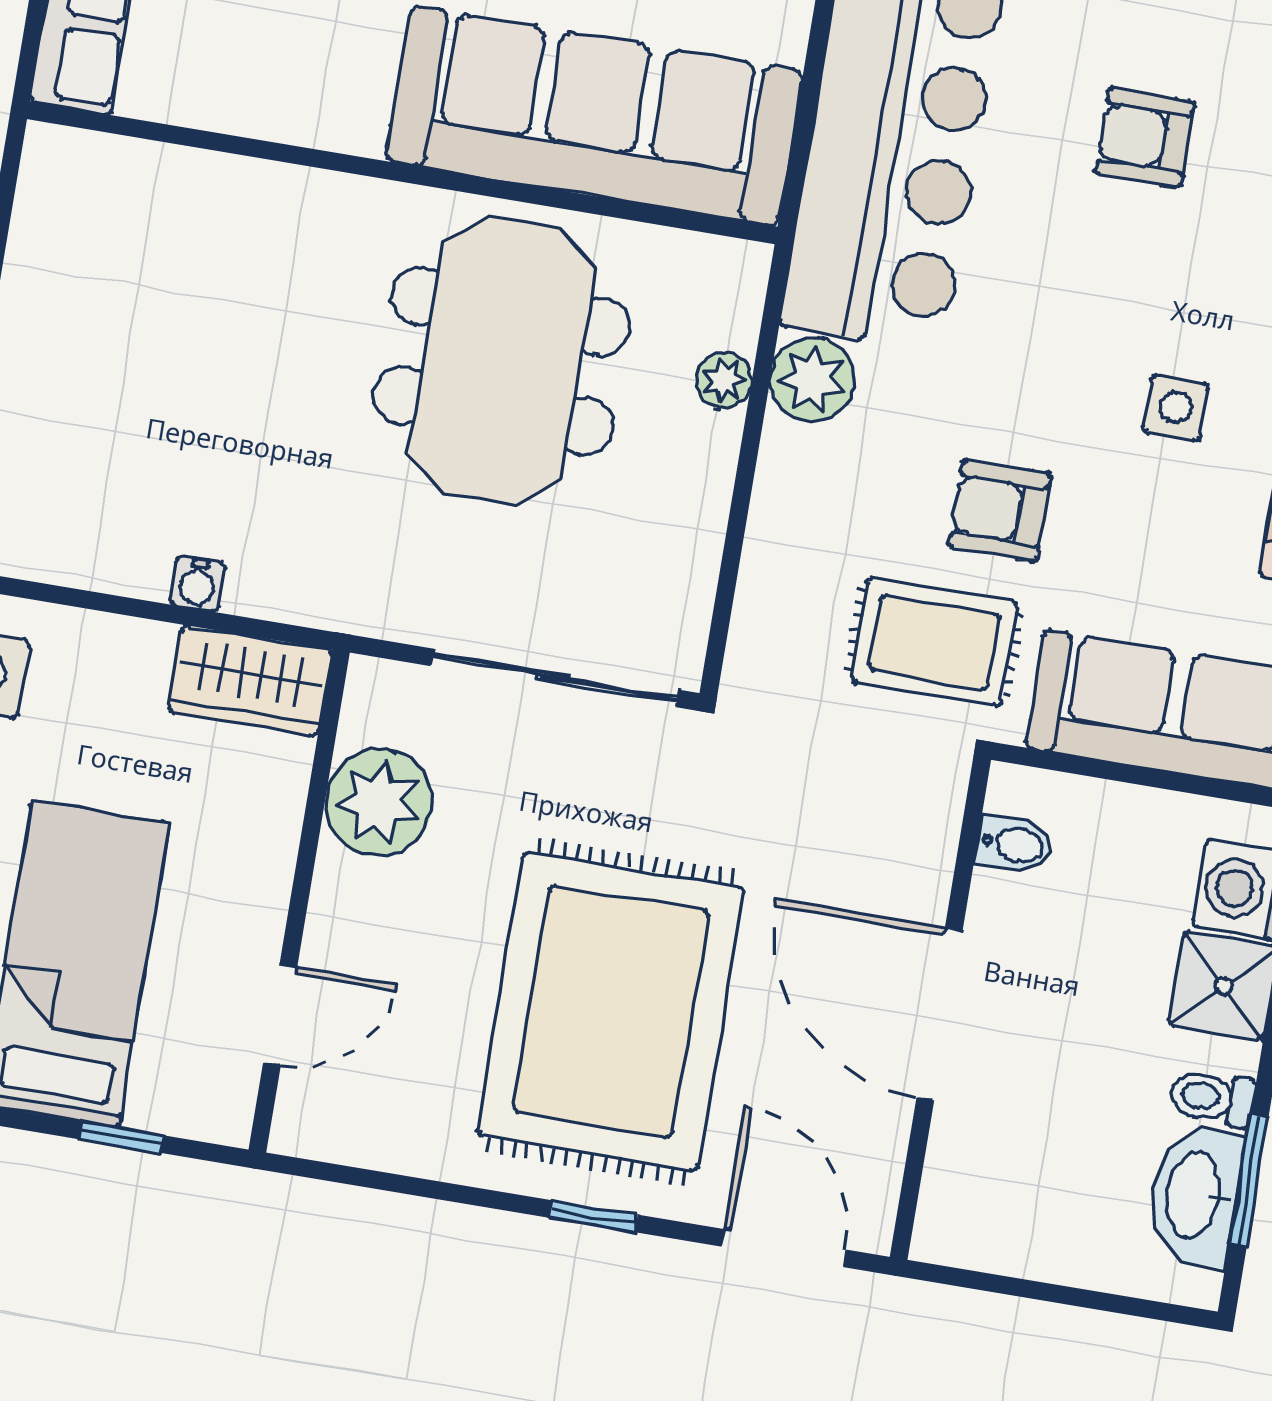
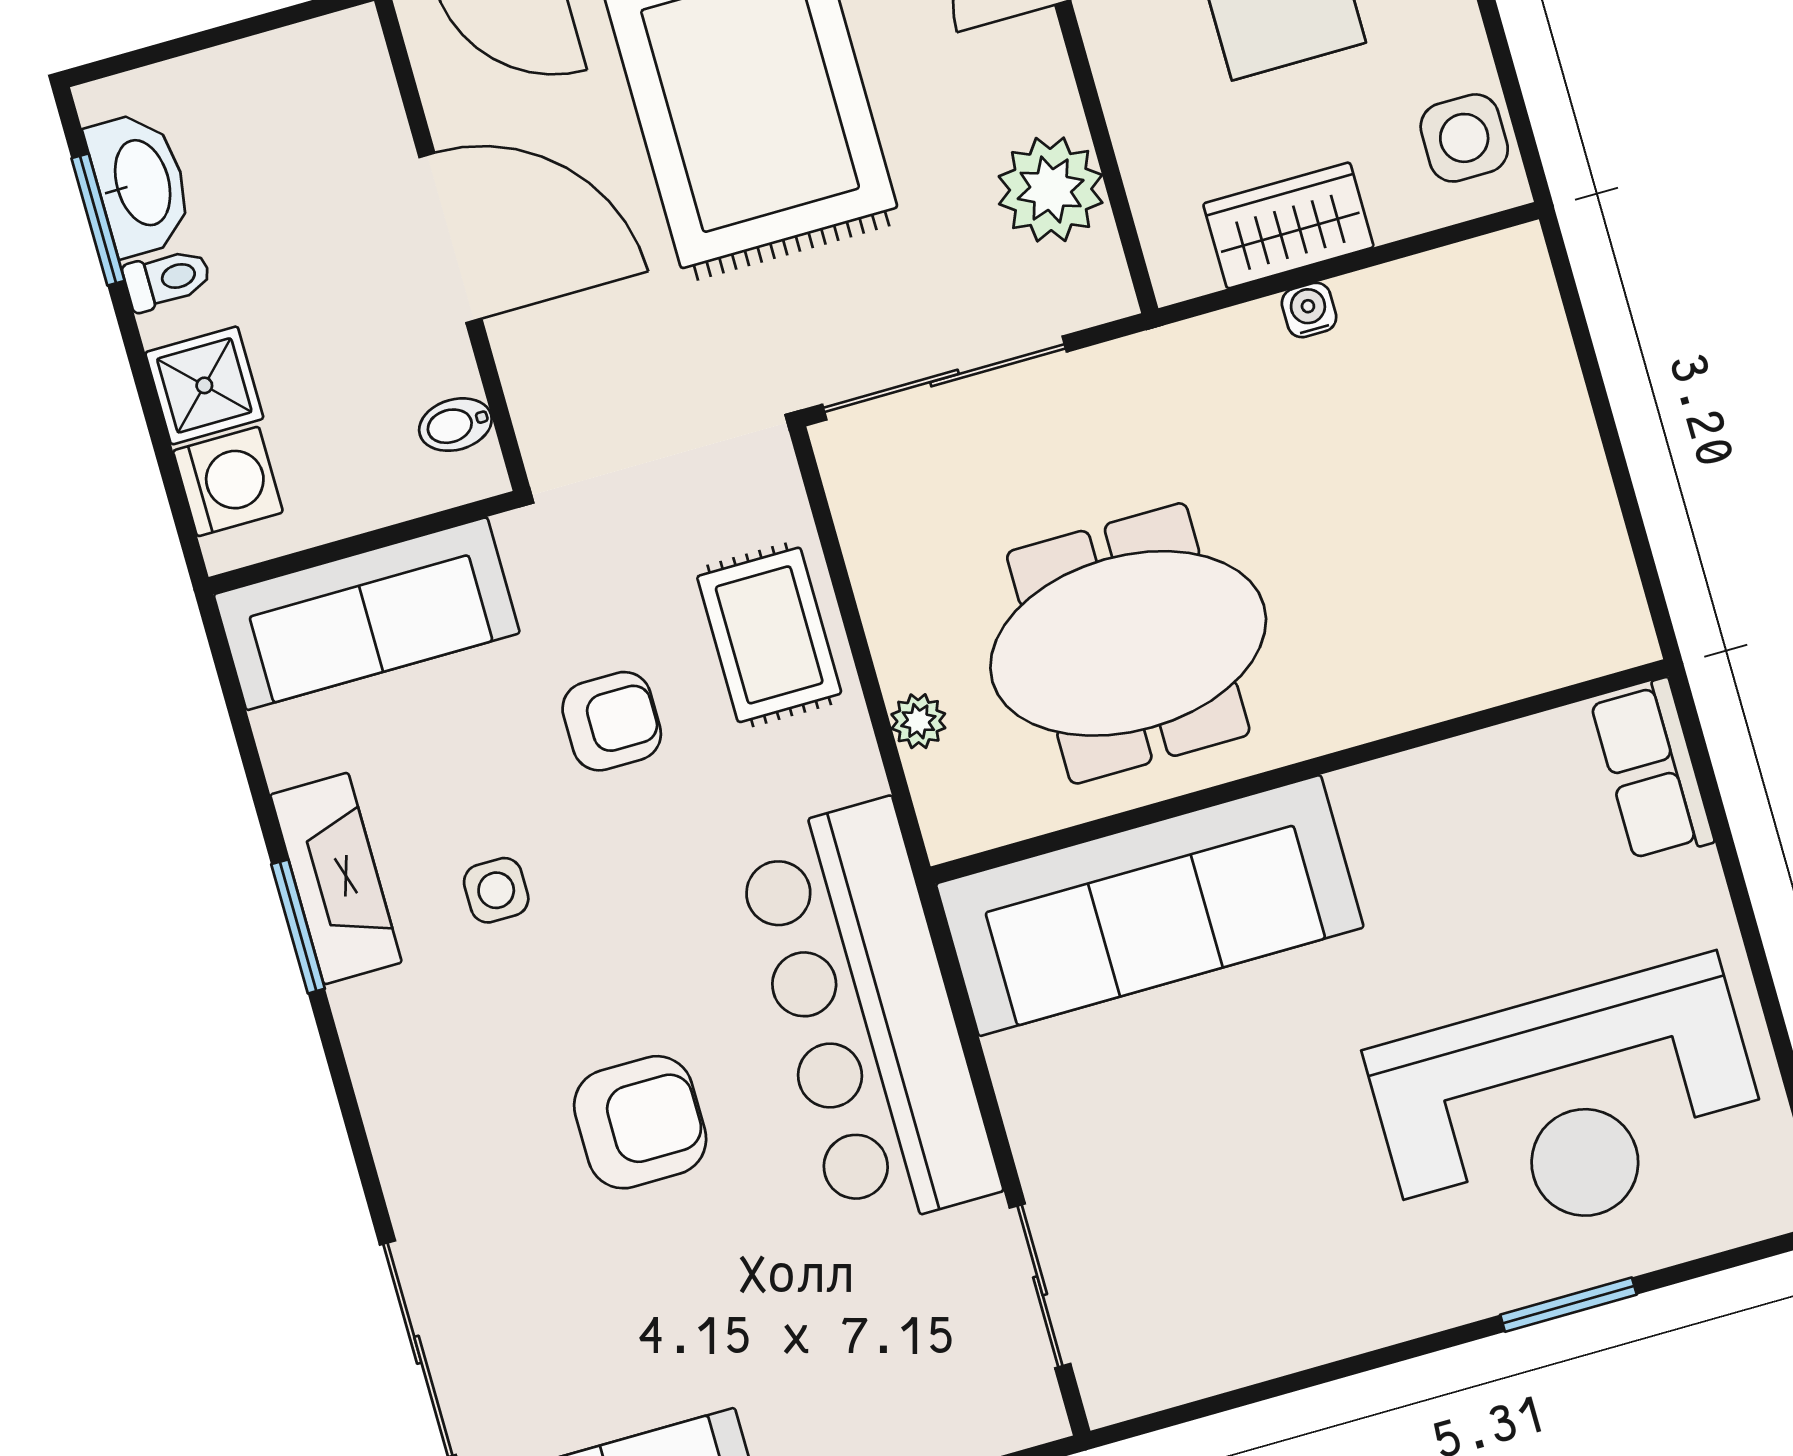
armchair: (1145, 138) -> (640, 1122), width x1.38, depth x1.38
meeting table: (502, 361) -> (1128, 643), turned 90
plant: (812, 379) -> (838, 760), removed
rug: (935, 642) -> (769, 635), moved, turned 90
wardrobe: (250, 681) -> (1288, 225), moved

